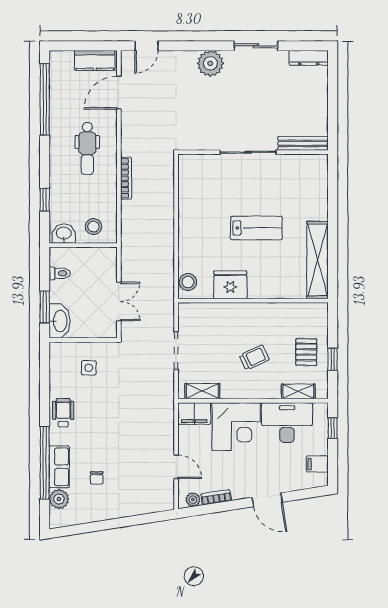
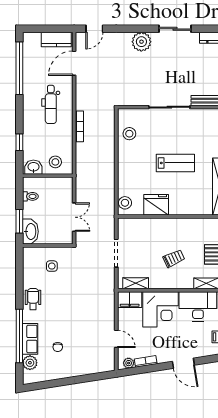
stool: (194, 188) -> (129, 134), added

